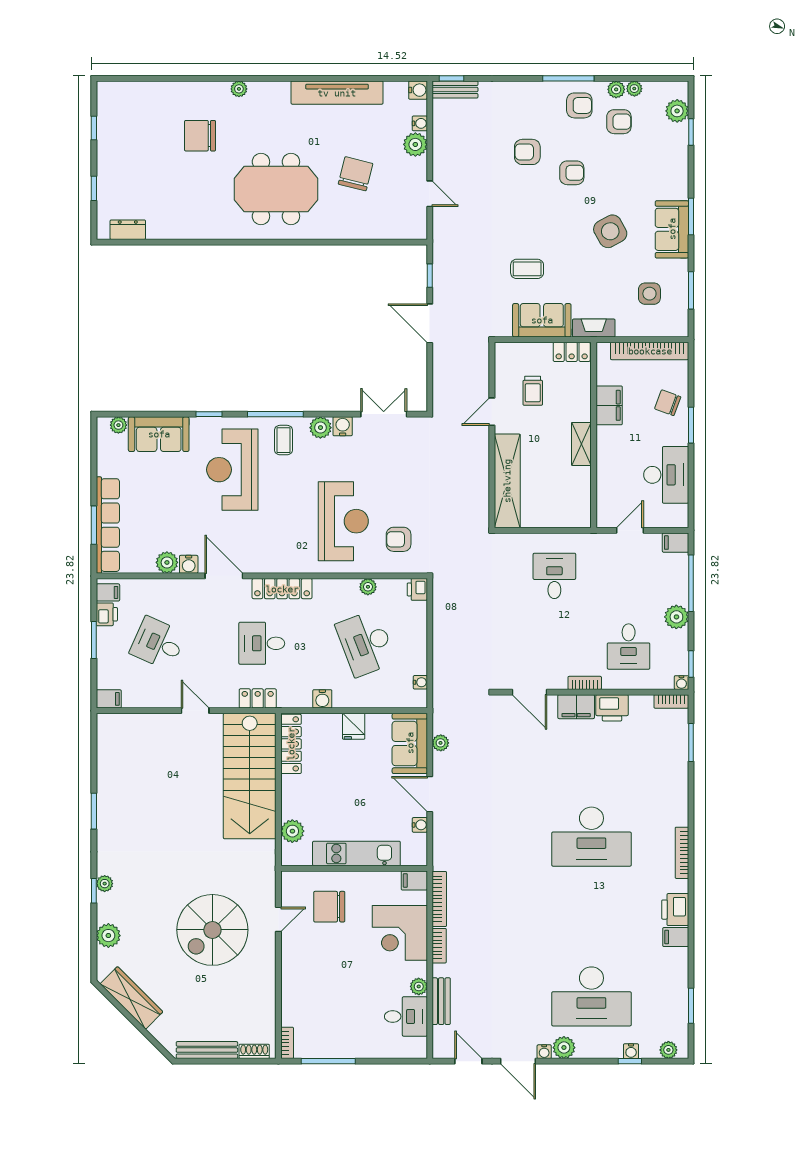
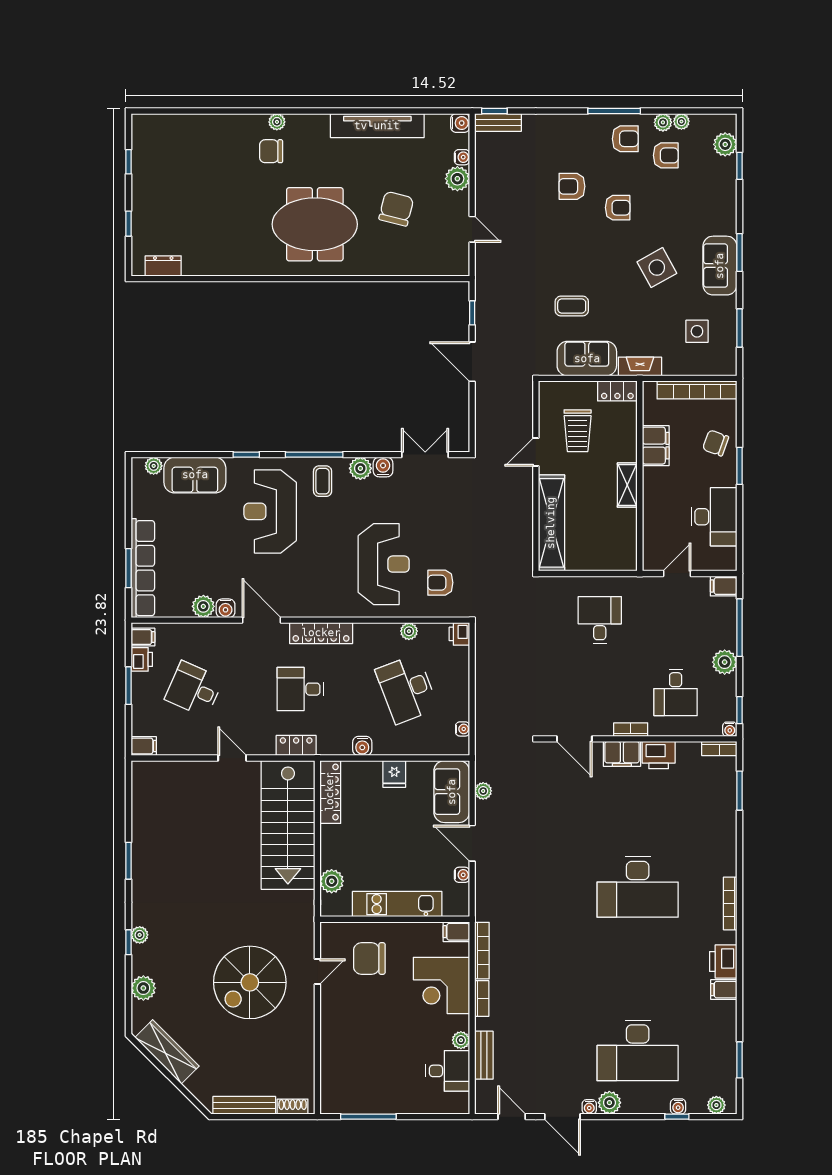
chair: (200, 136) -> (271, 151), moved, width x0.73, depth x0.73
trolley: (533, 391) -> (578, 431), width x1.36, depth x1.39
bookcase: (287, 1043) -> (326, 1098), removed

